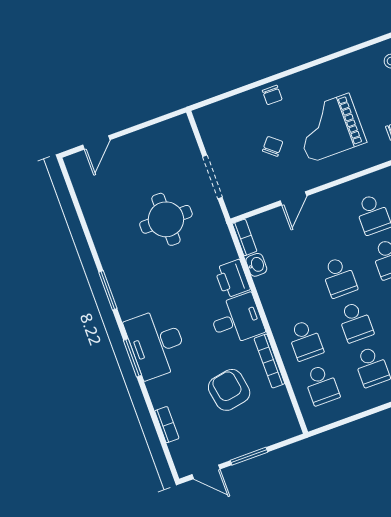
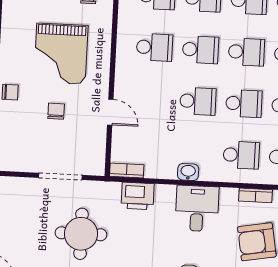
chair: (273, 146) -> (56, 111), turned 50
washbasin: (256, 265) -> (188, 172), moved
printer: (232, 279) -> (138, 196), moved
bookcase: (269, 361) -> (256, 195), width x0.64

